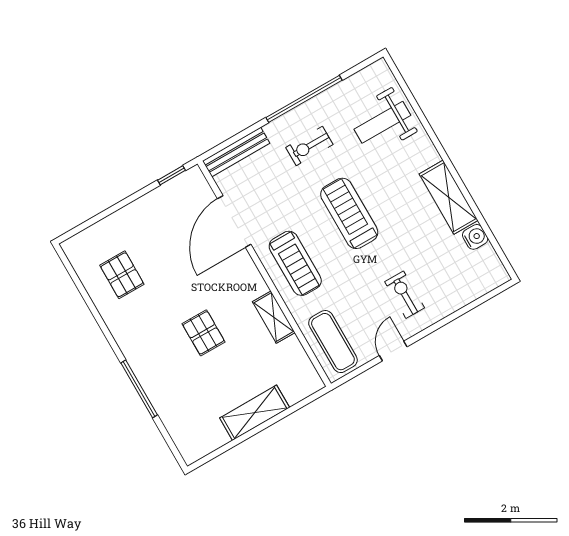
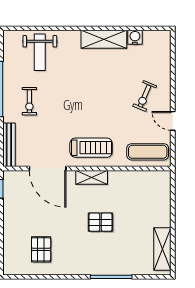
treadmill: (349, 213) -> (81, 101), removed
pallet: (122, 275) -> (41, 249), turned 90
exercise bike: (405, 295) -> (145, 96), turned -67
shelving: (274, 317) -> (92, 177), moved
shelving: (255, 413) -> (162, 249), moved

